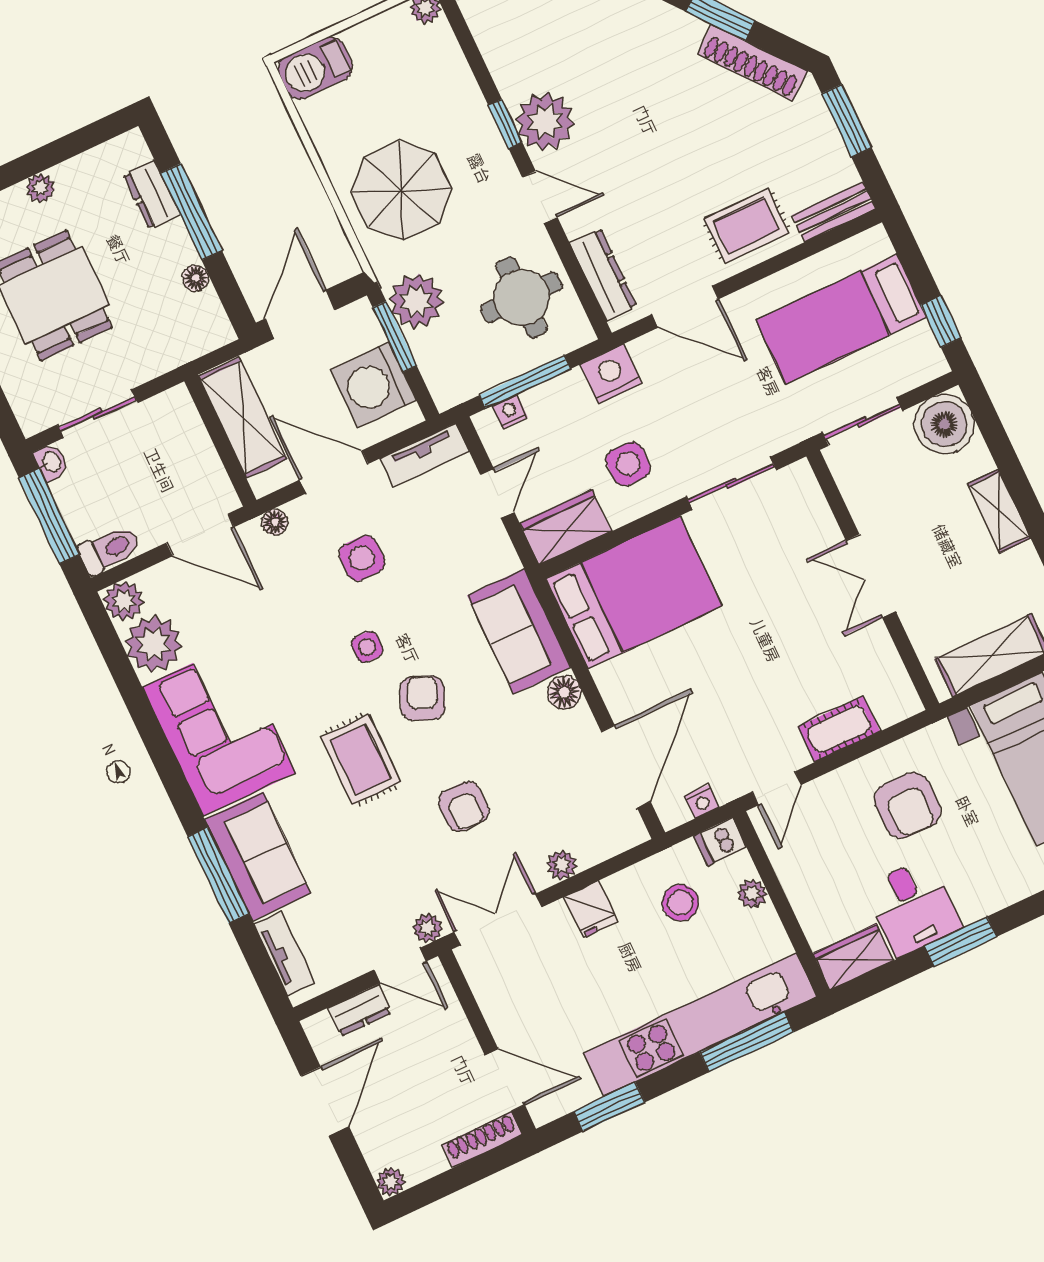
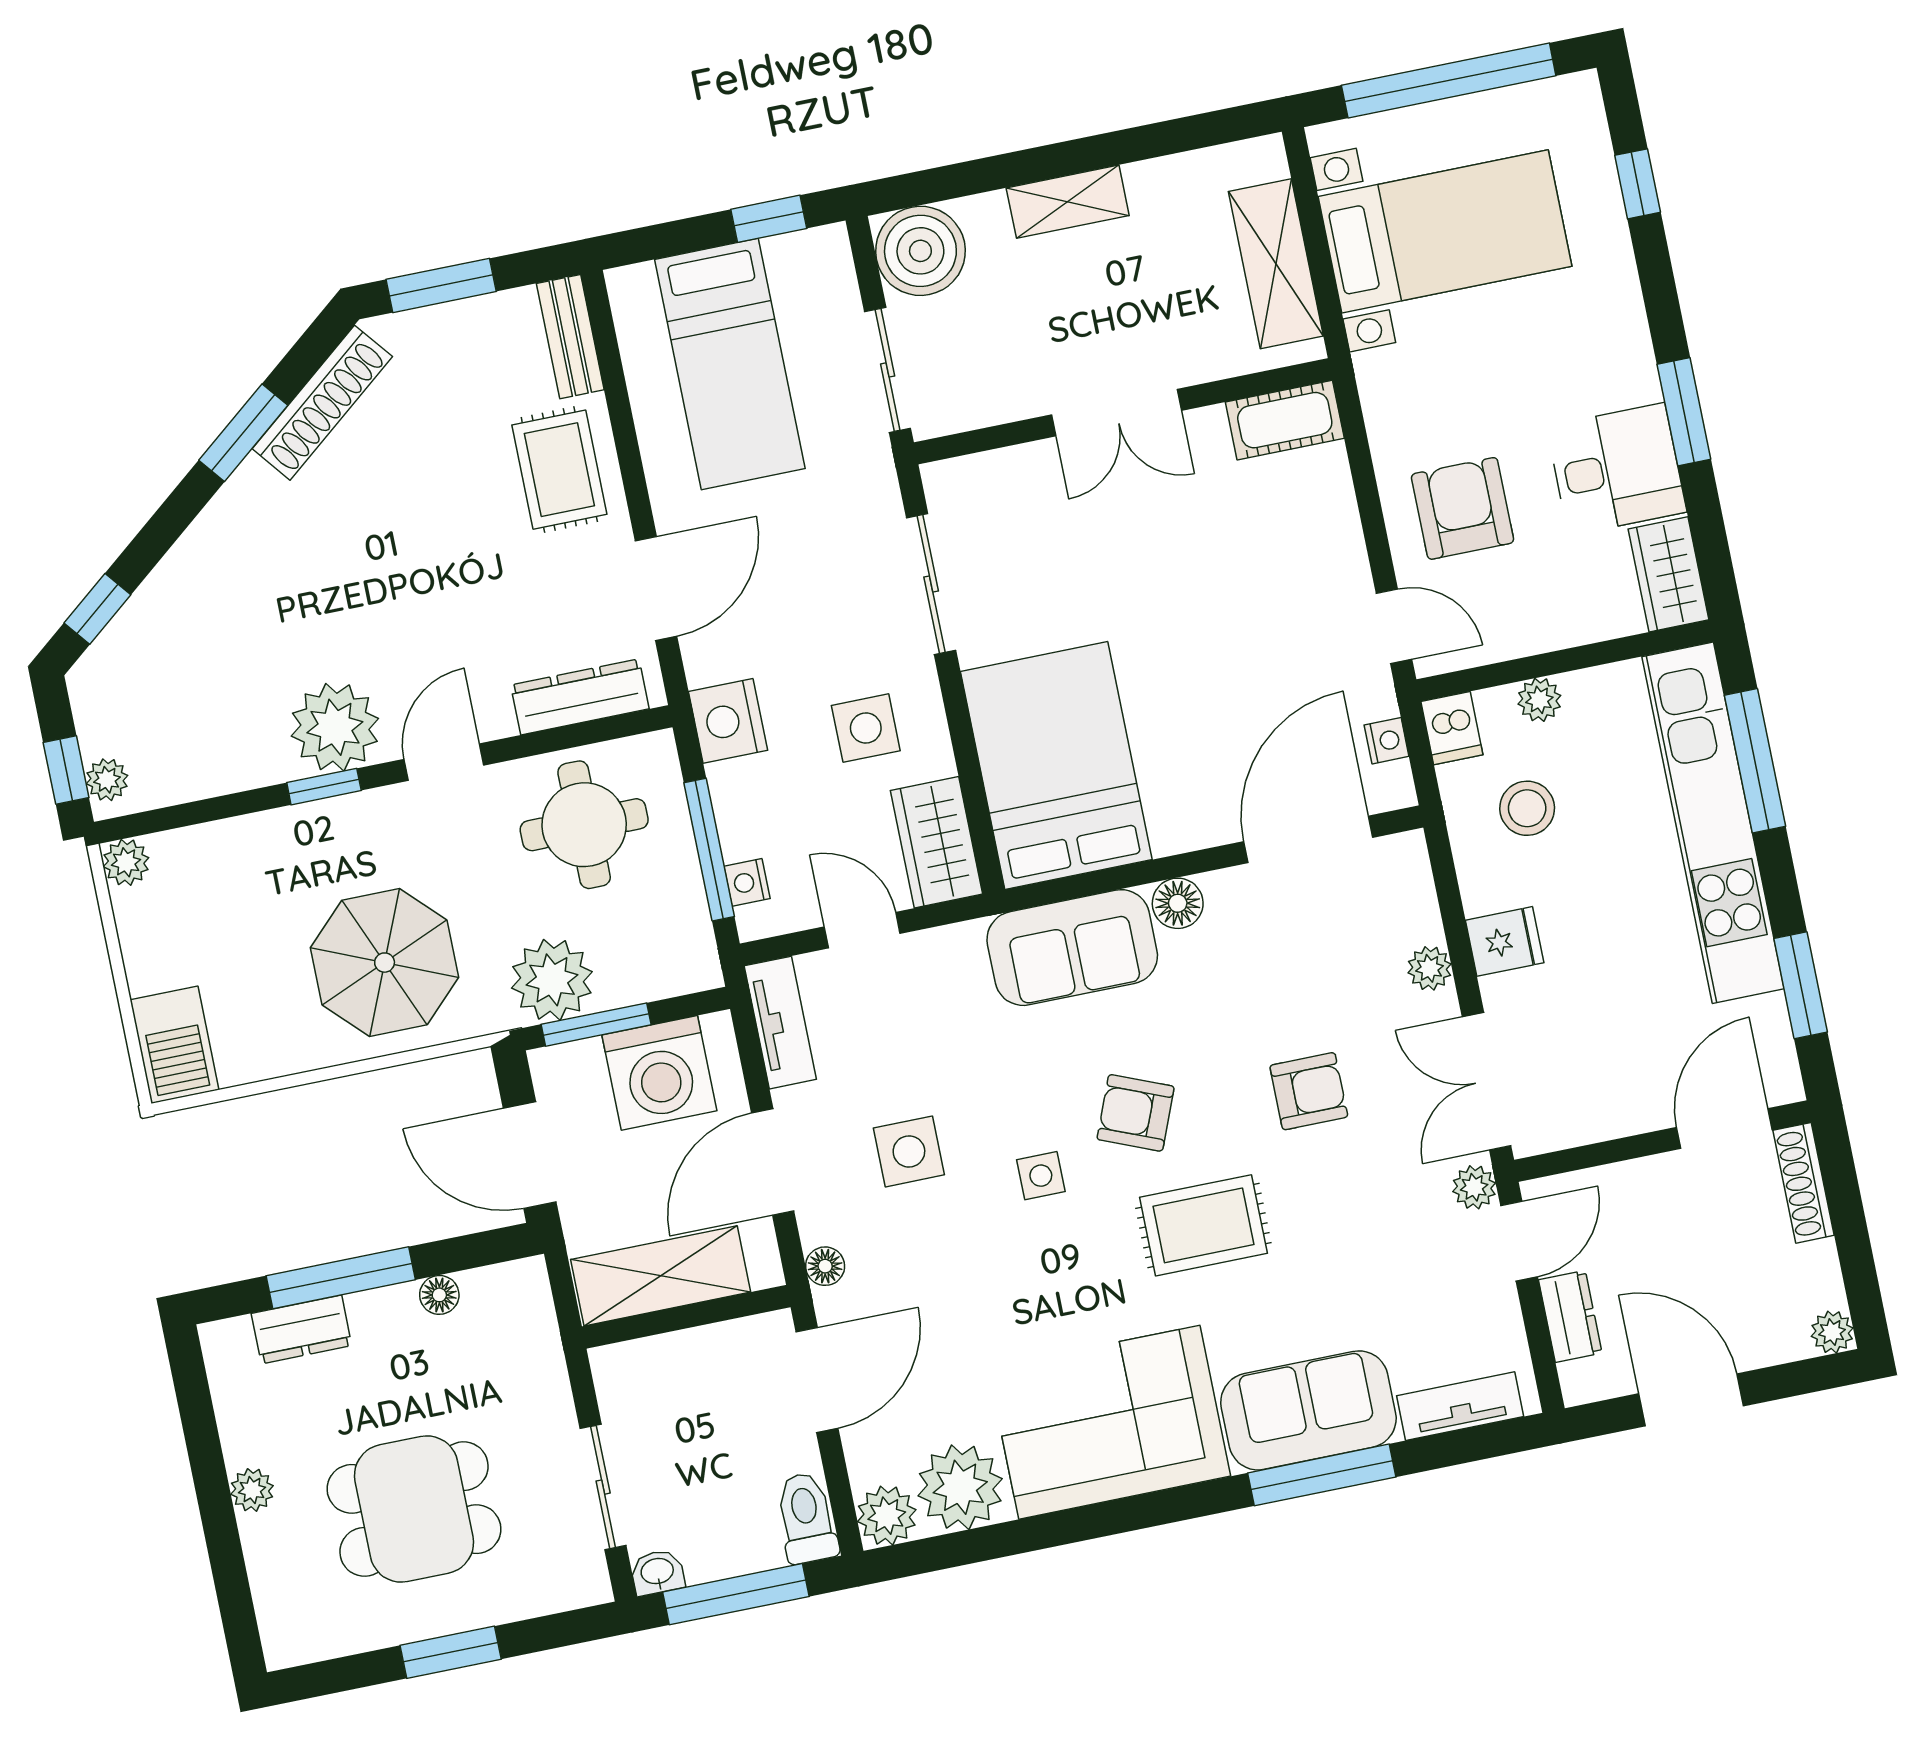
cot: (839, 729) -> (1285, 420), moved, turned 90
door: (626, 767) -> (1308, 839), hinge flipped
armchair: (907, 805) -> (1463, 508), moved, turned -90

